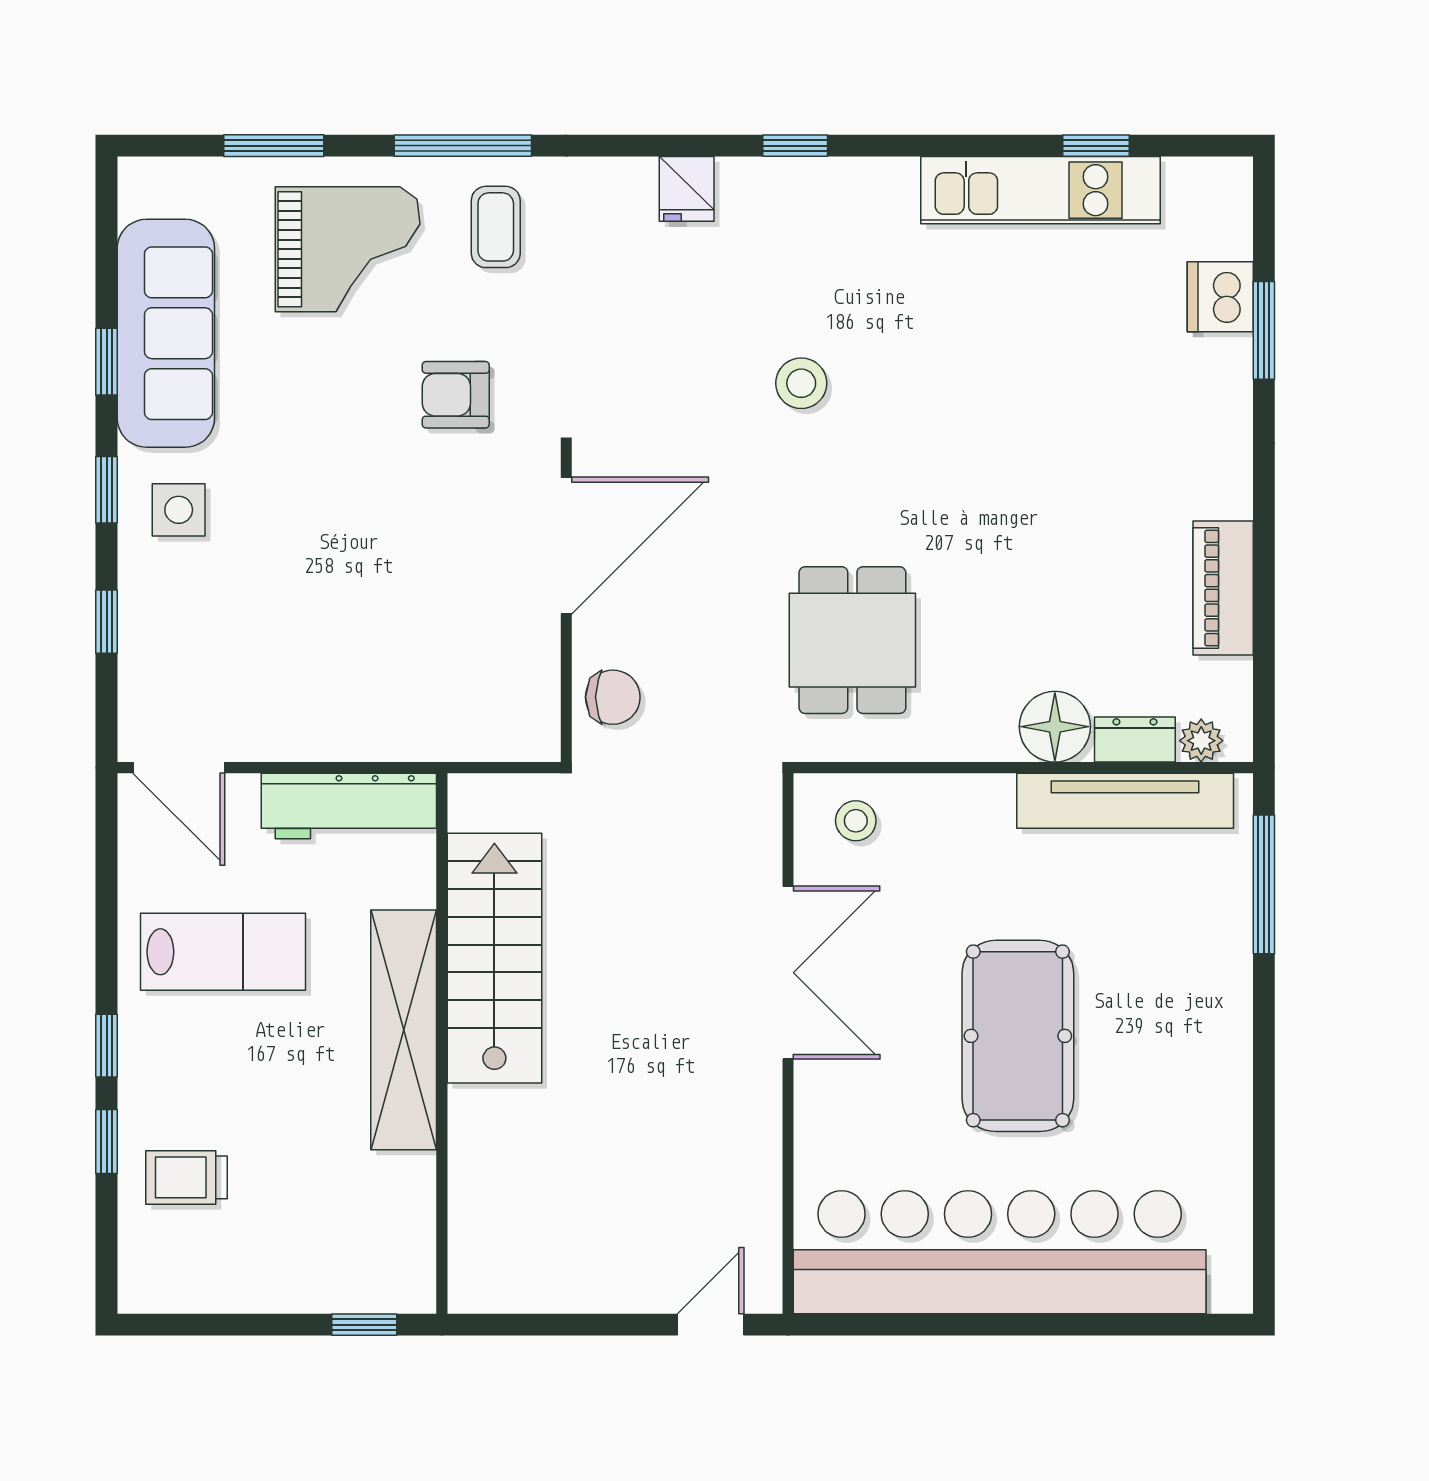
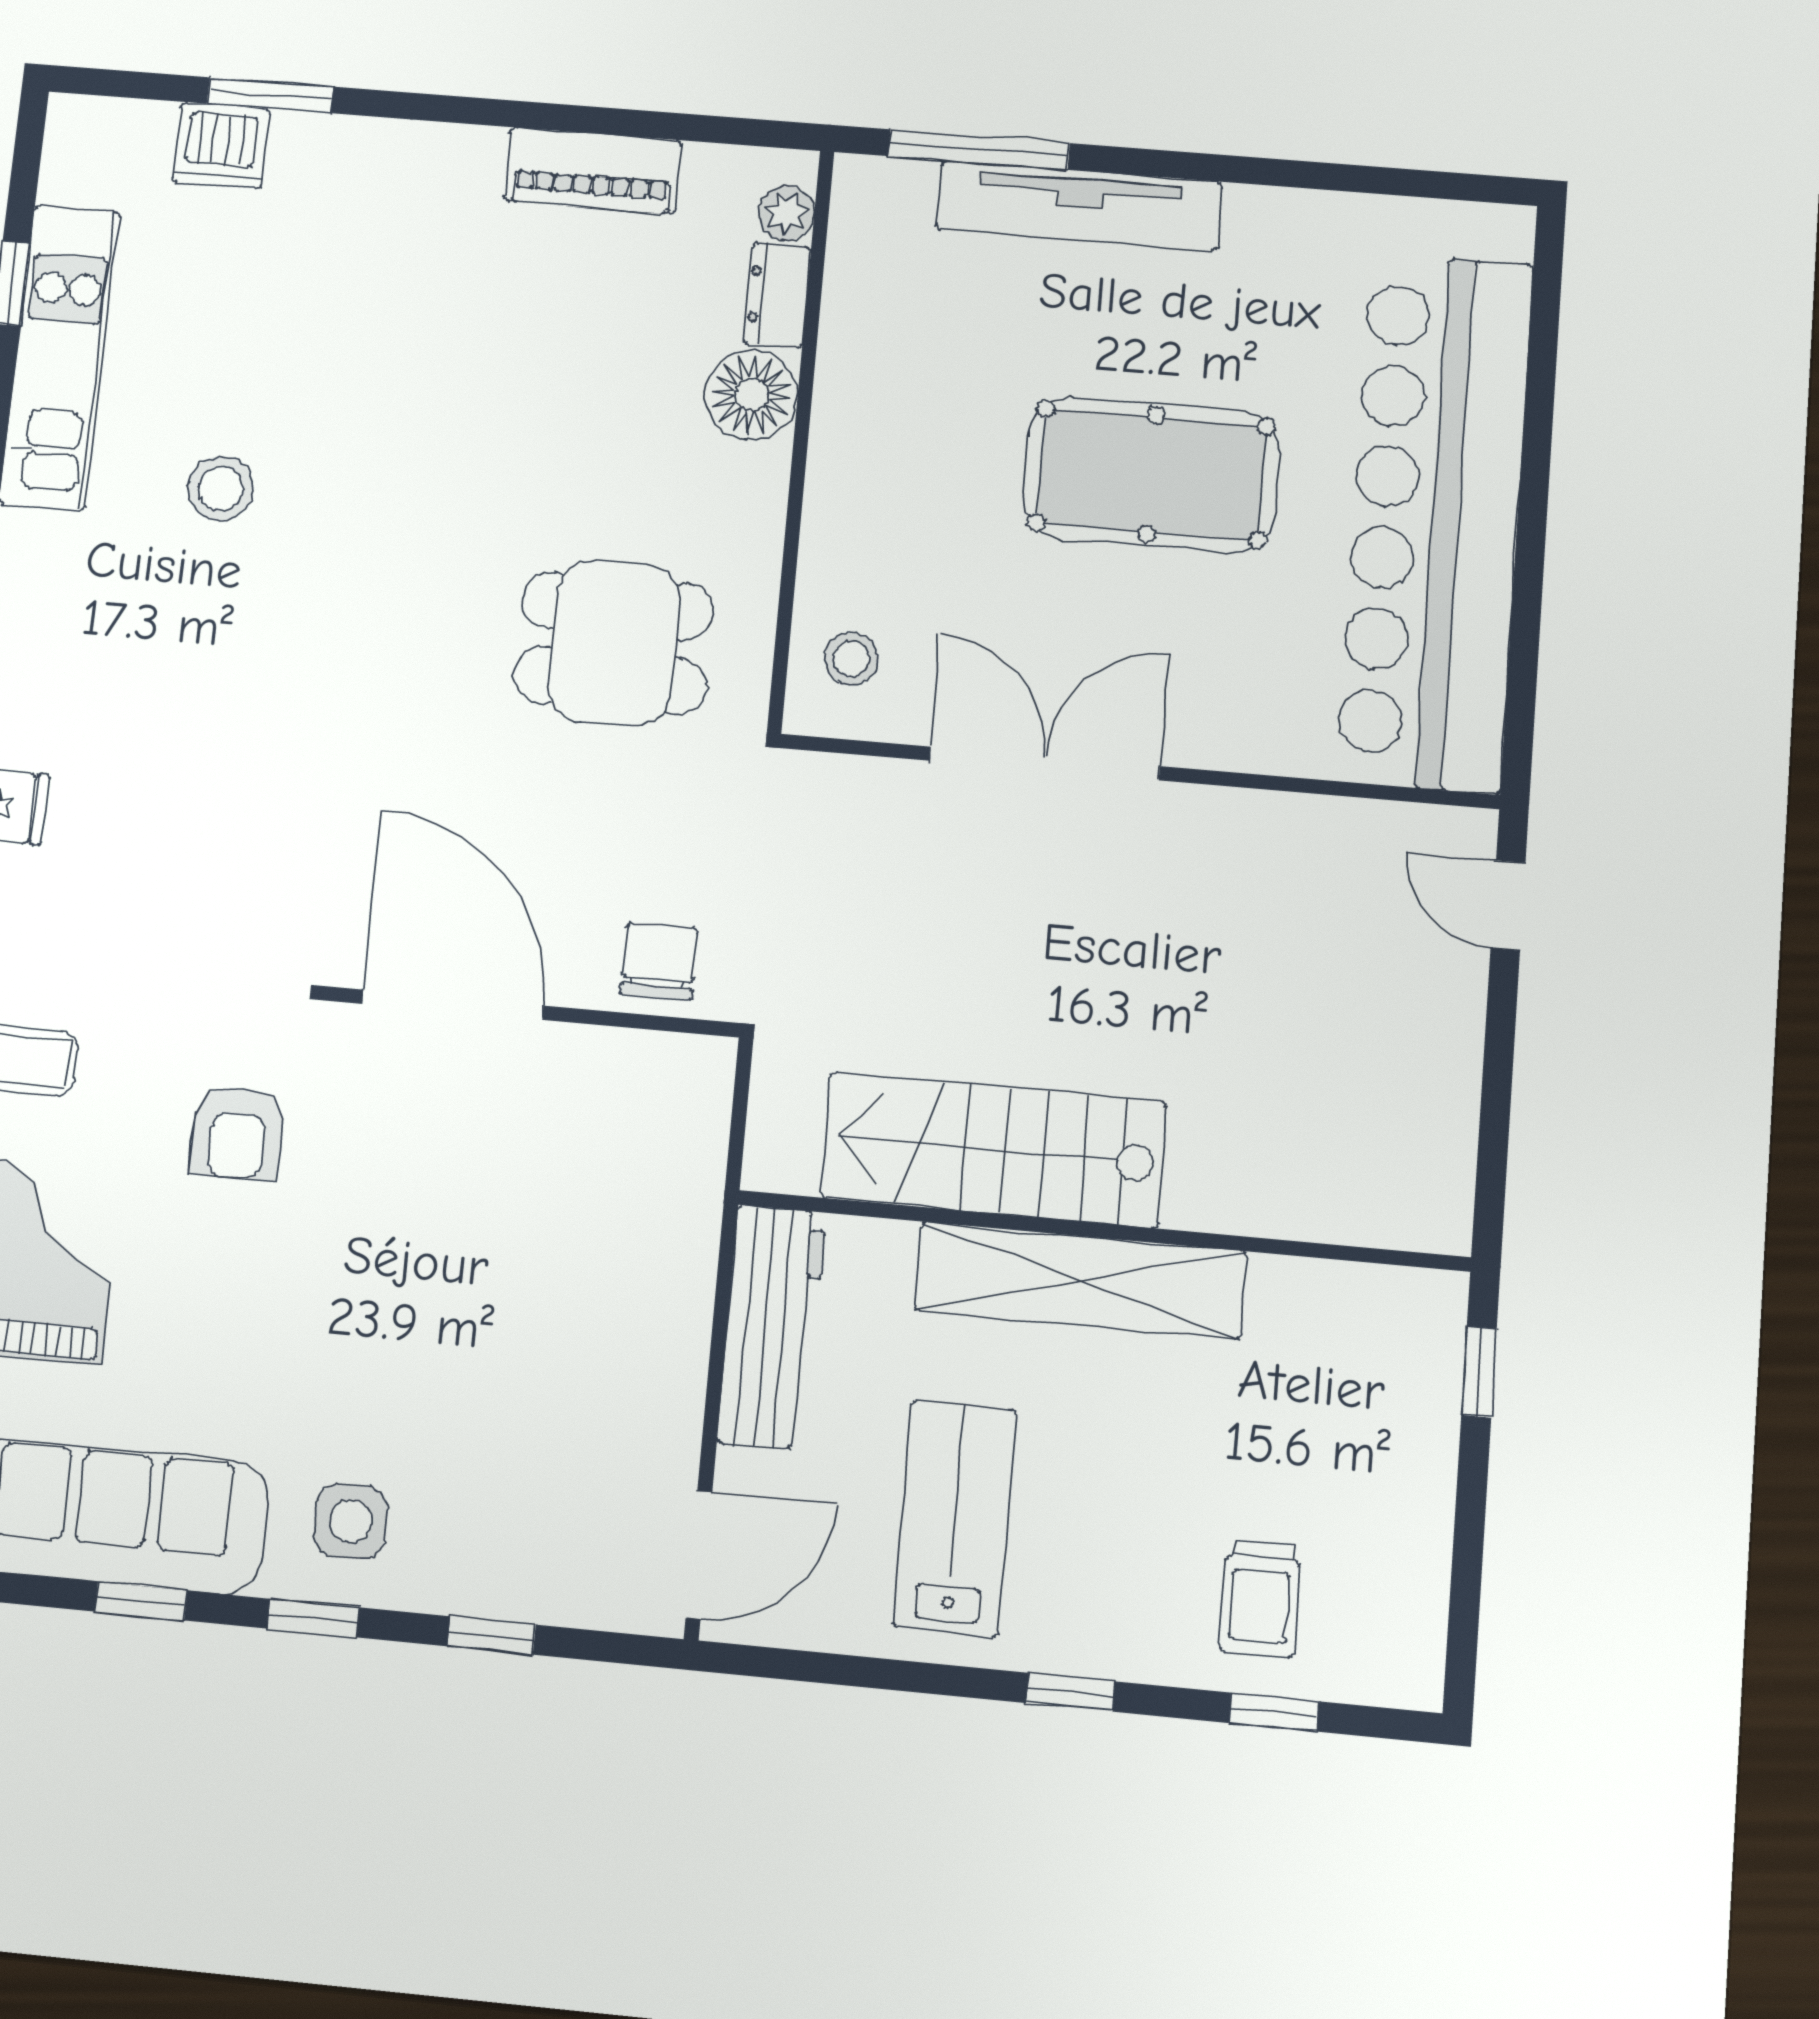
stool: (801, 383) -> (221, 488), moved
tv unit: (1125, 801) -> (1080, 206), moved, turned 90
window: (107, 1142) -> (1274, 1712), moved

